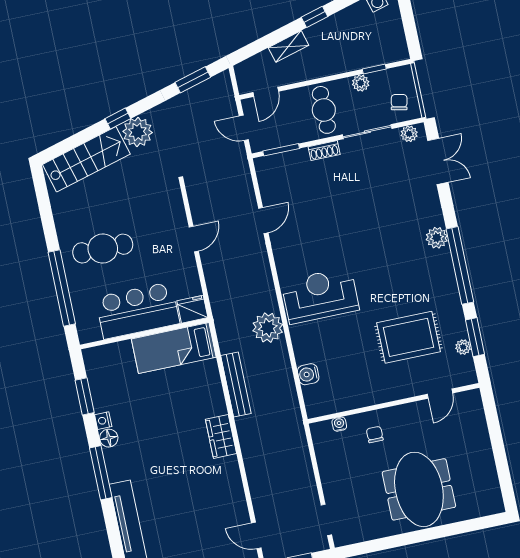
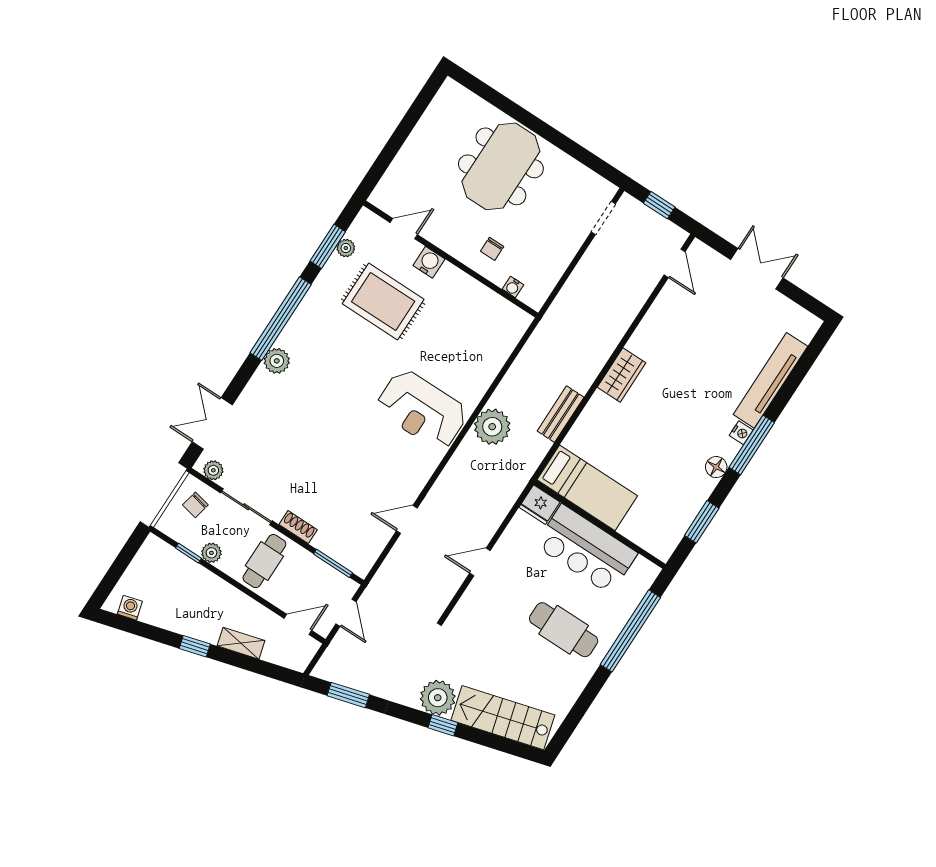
water cooler: (308, 374) -> (429, 262), moved, turned -90
bench: (236, 385) -> (561, 414), width x0.73
nightstand: (103, 421) -> (741, 433), moved

